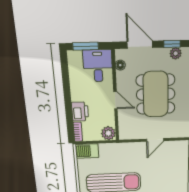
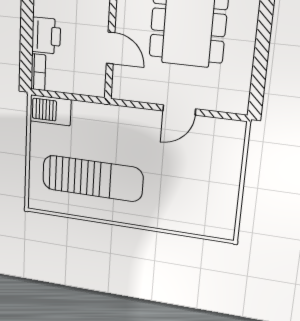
door: (115, 100) -> (111, 48), moved
plant: (108, 133) -> (93, 83), removed

